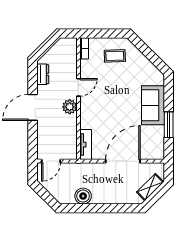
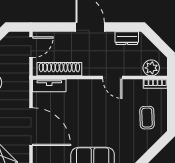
plant: (70, 107) -> (151, 68), moved
shoe rack: (71, 135) -> (59, 69), added
door: (51, 161) -> (31, 47), swing flipped

